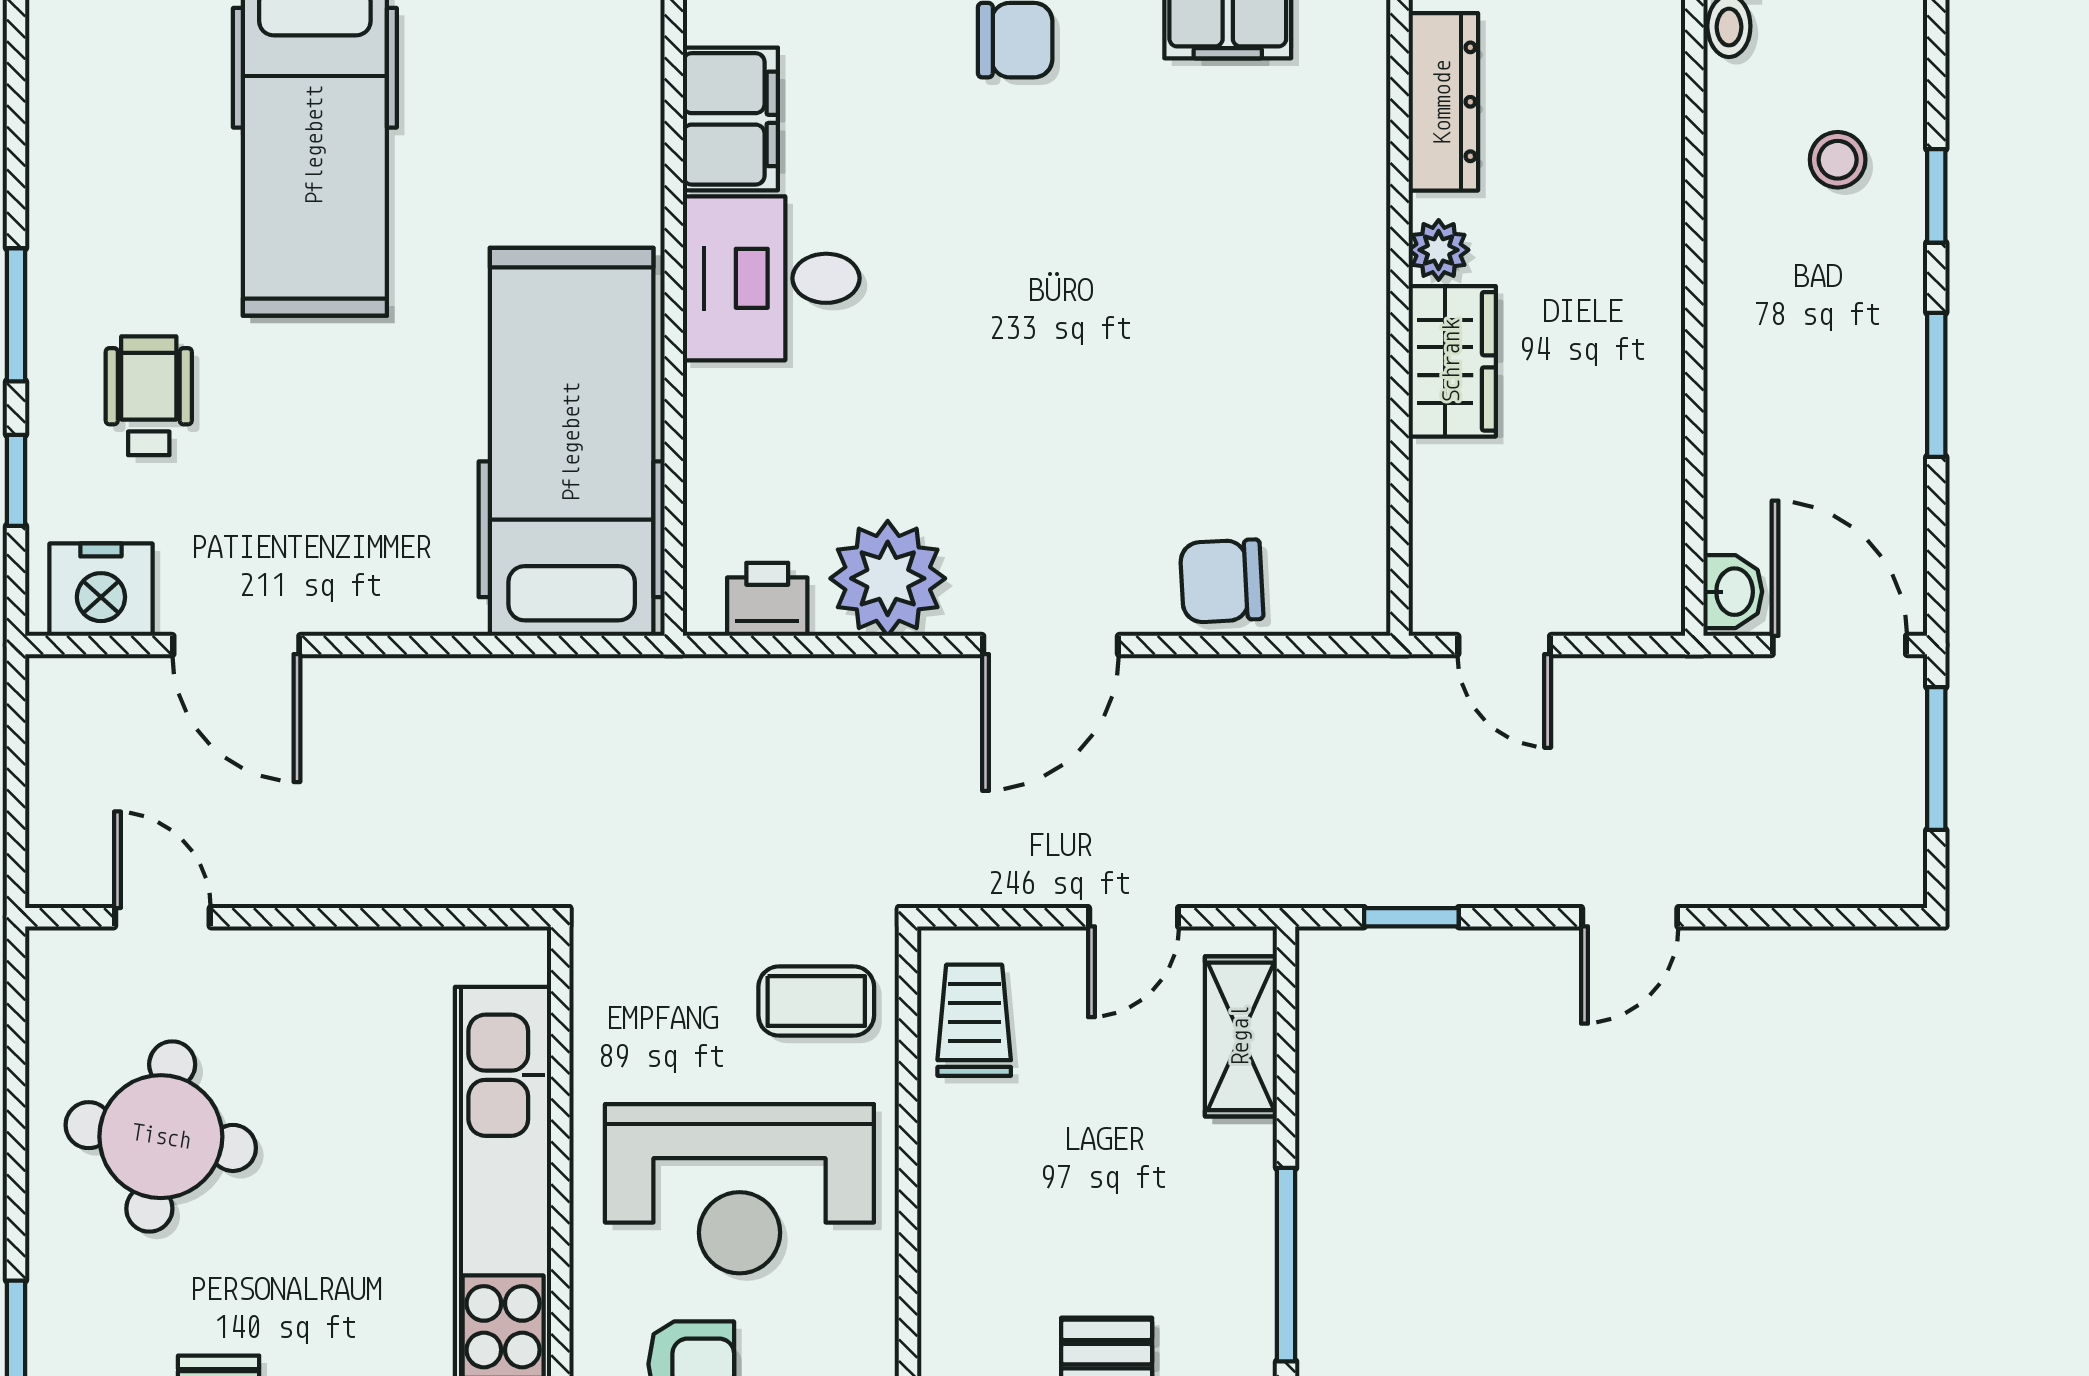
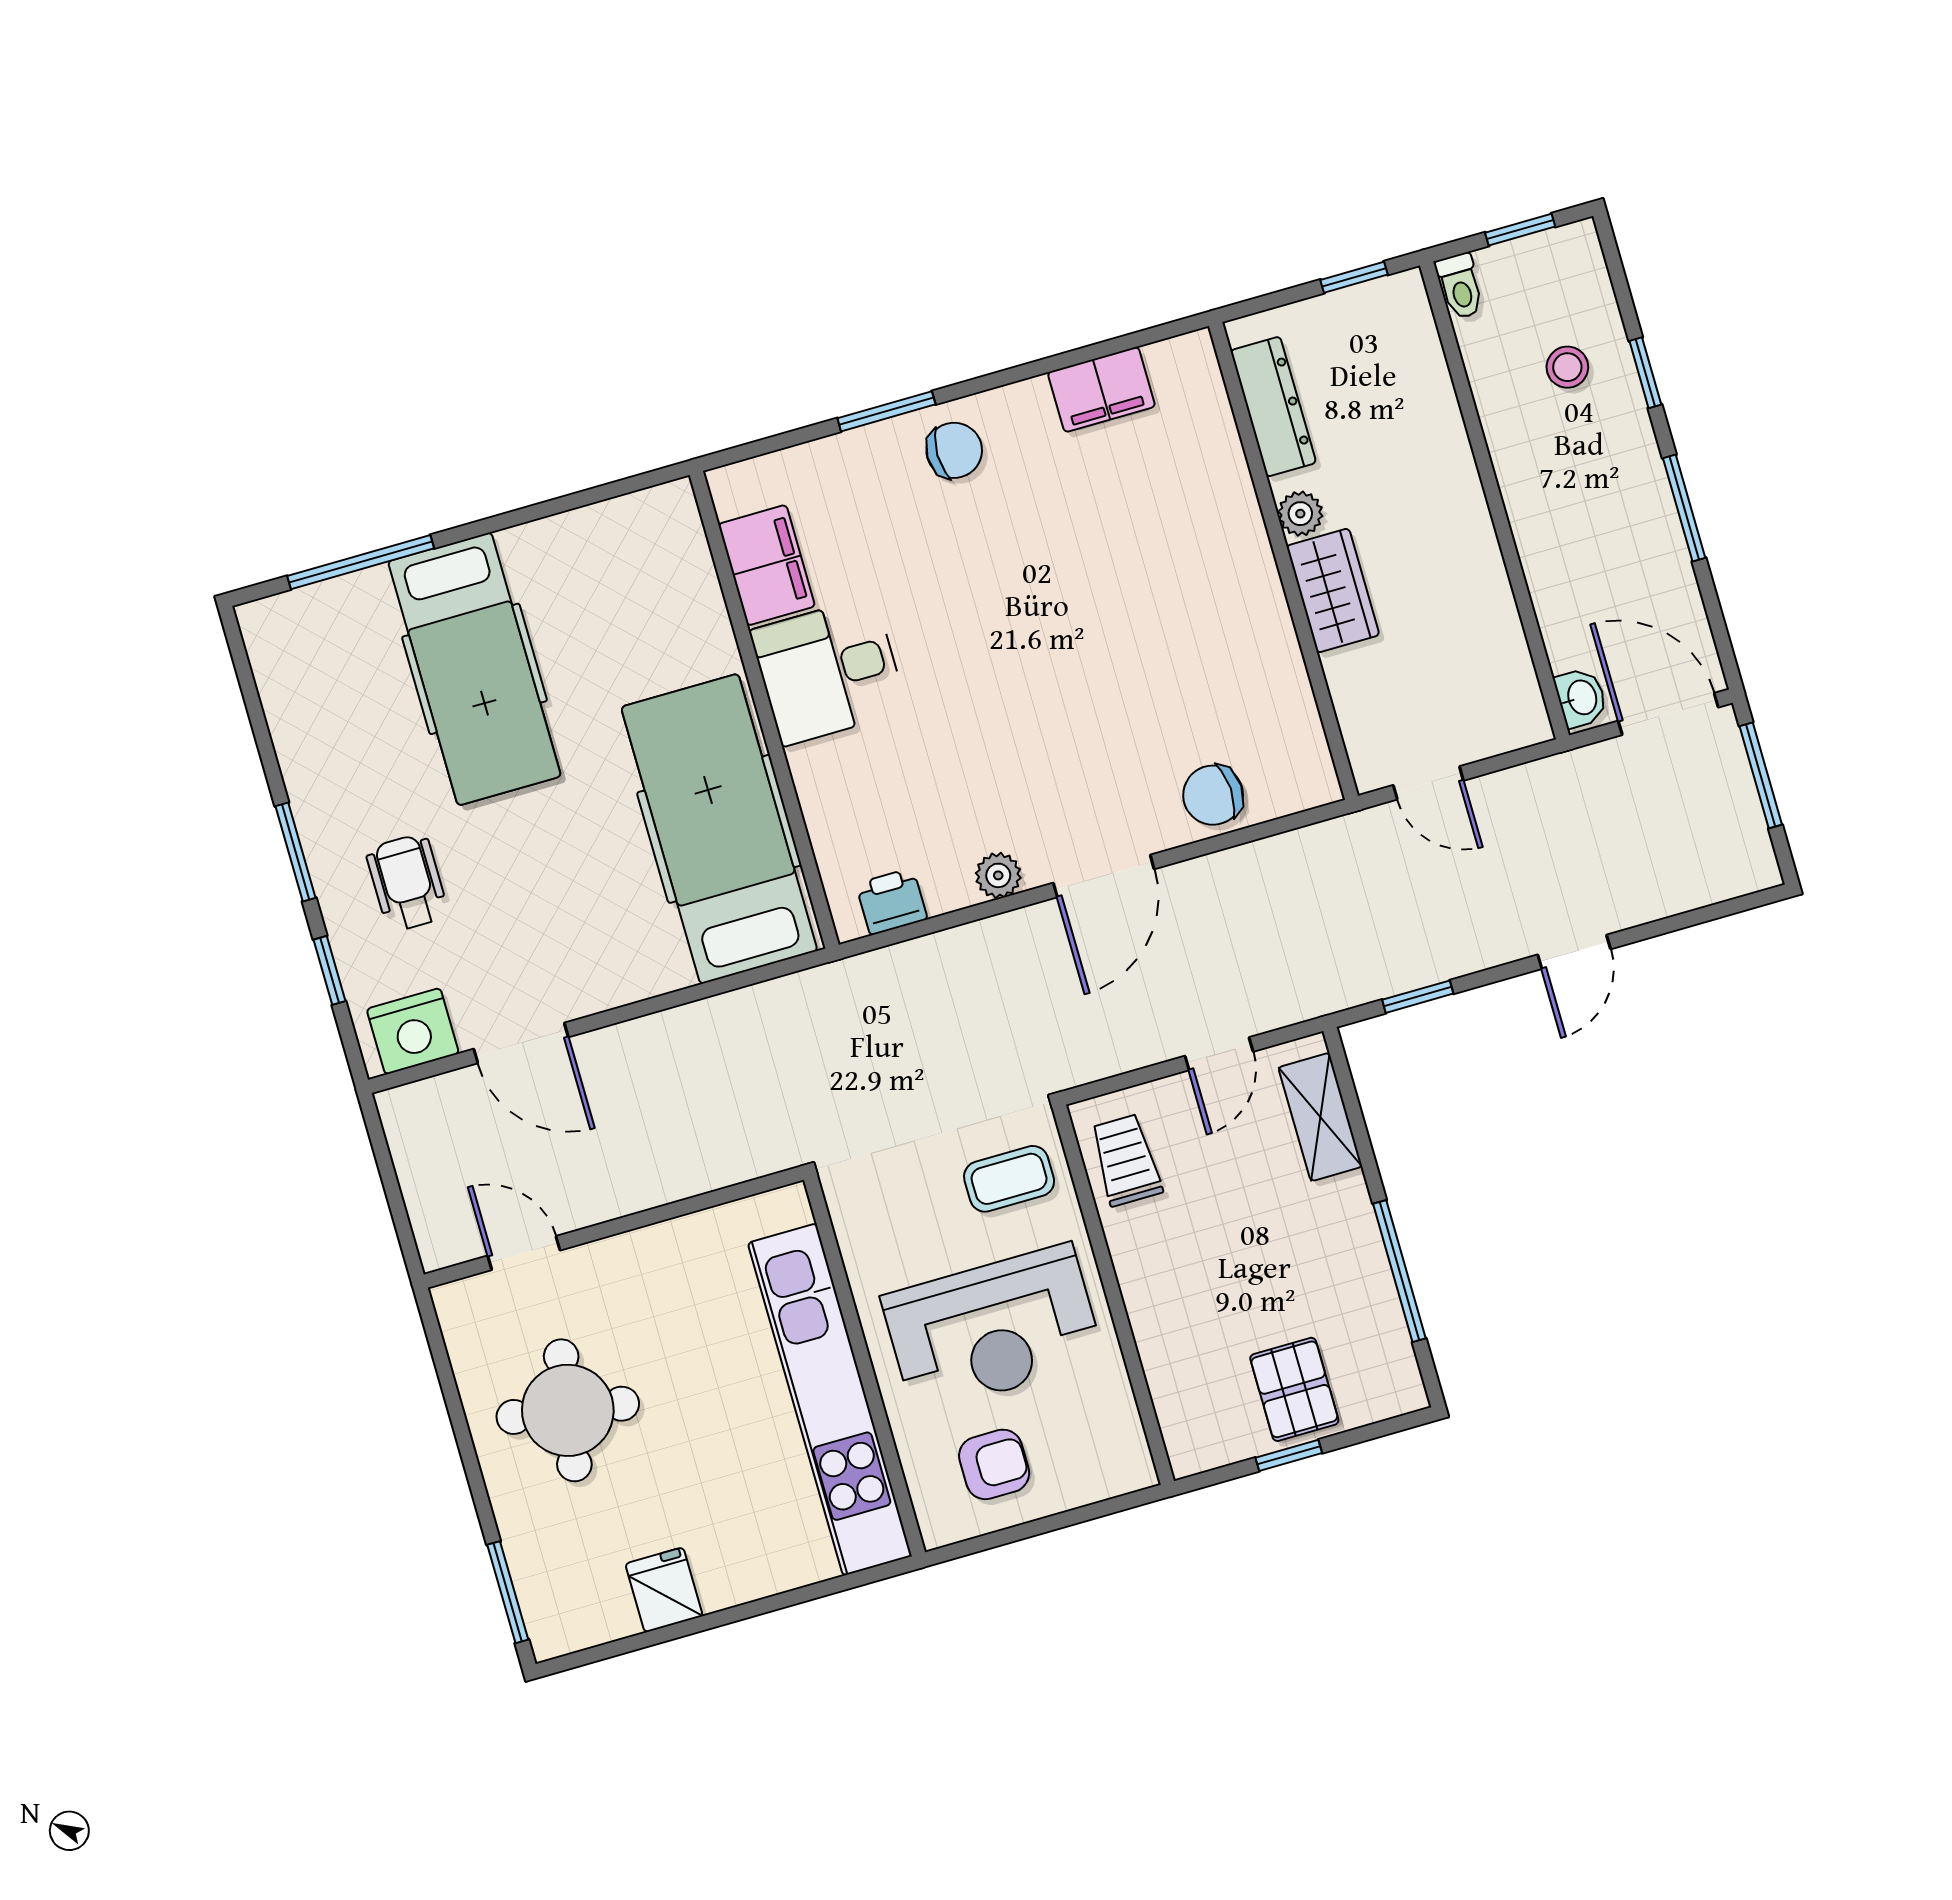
plant: (888, 578) -> (998, 875), width x0.53, depth x0.53

